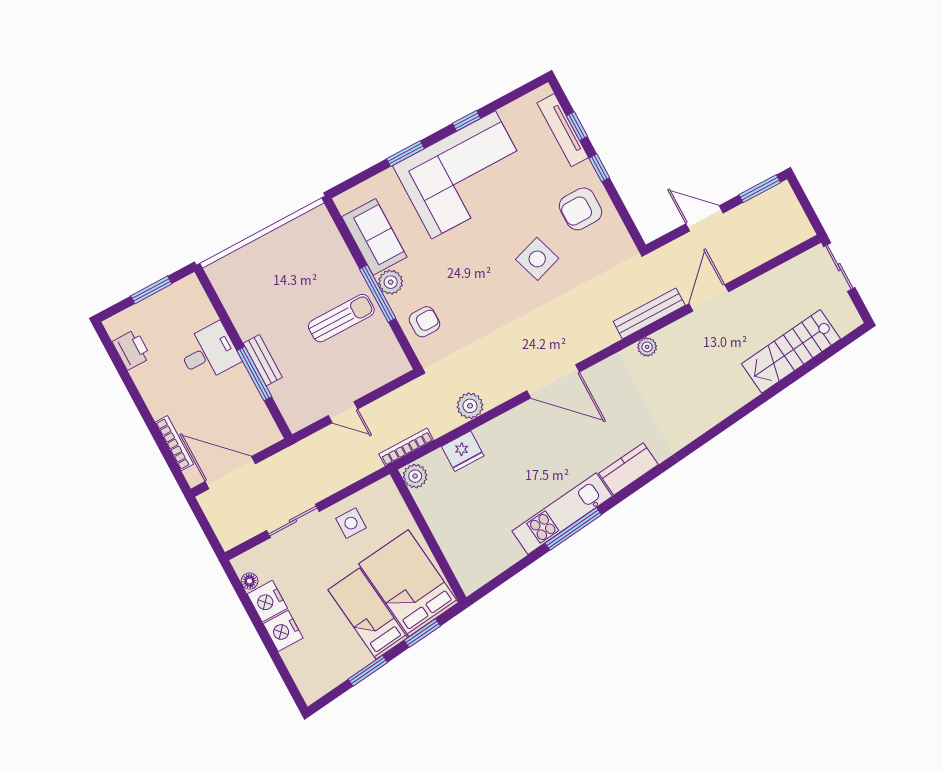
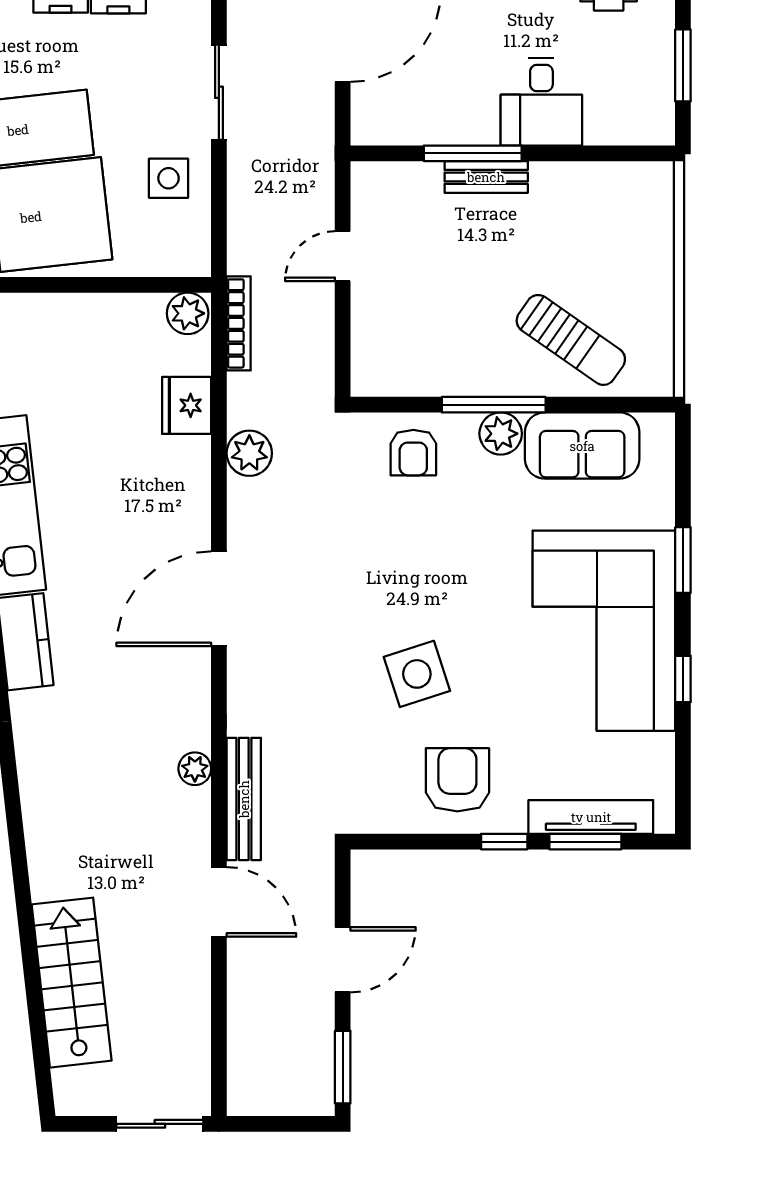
window: (577, 126) -> (585, 842), width x1.50
sun lounger: (341, 318) -> (571, 340), moved, turned -55

